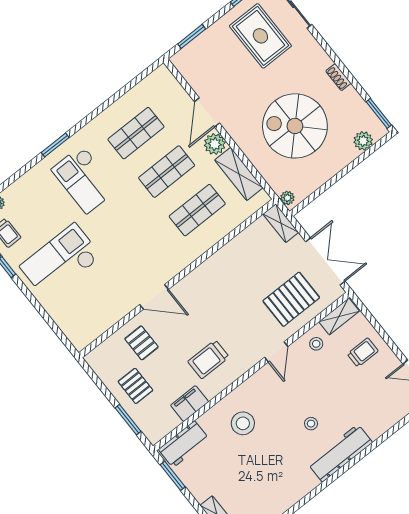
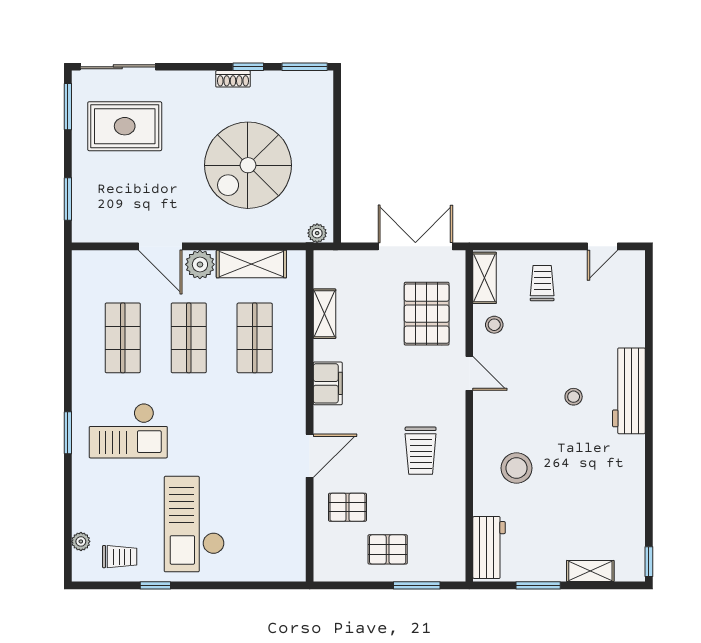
window: (353, 80) -> (248, 67), added
plant: (363, 141) -> (321, 106), removed
shelving: (281, 223) -> (325, 314), moved, turned 90
filing cabinet: (190, 404) -> (328, 383), moved, turned 180
window: (173, 476) -> (538, 585), moved

